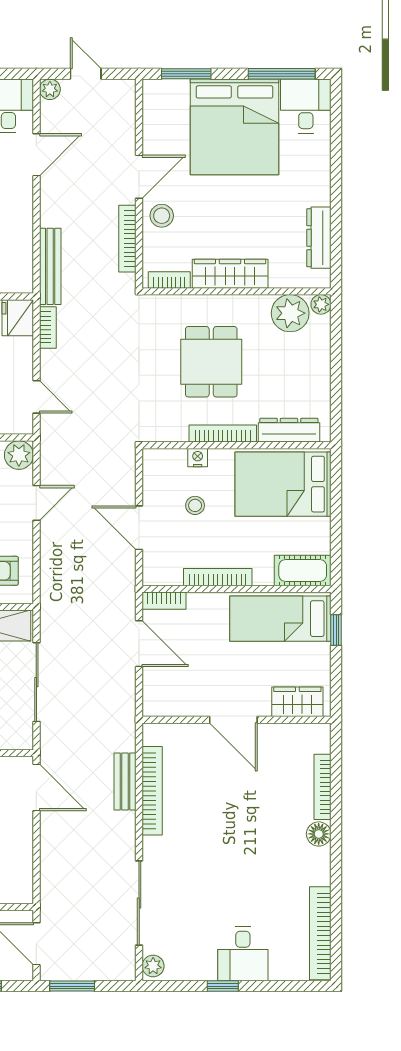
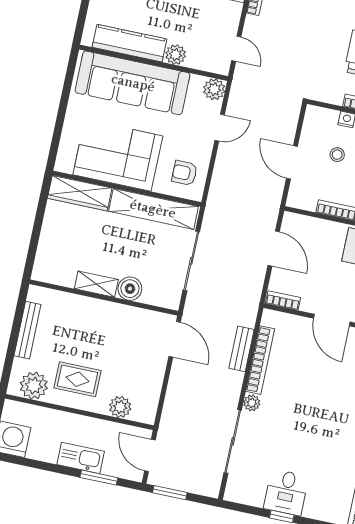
bookcase: (164, 601) -> (283, 300), moved, turned 180
desk: (243, 954) -> (286, 492), moved
plant: (153, 966) -> (252, 403), moved

